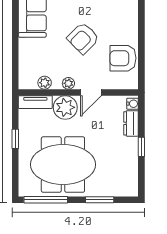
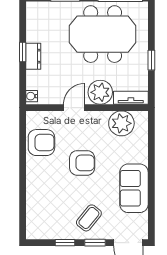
armchair: (83, 38) -> (82, 163), turned 45
plant: (45, 83) -> (121, 123), width x1.87, depth x1.87
plant: (68, 83) -> (97, 117), removed
dresser: (131, 123) -> (33, 56), moved

